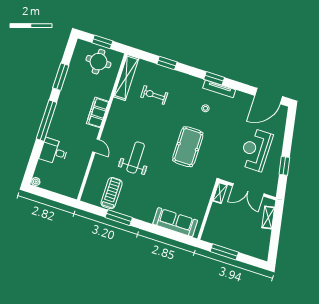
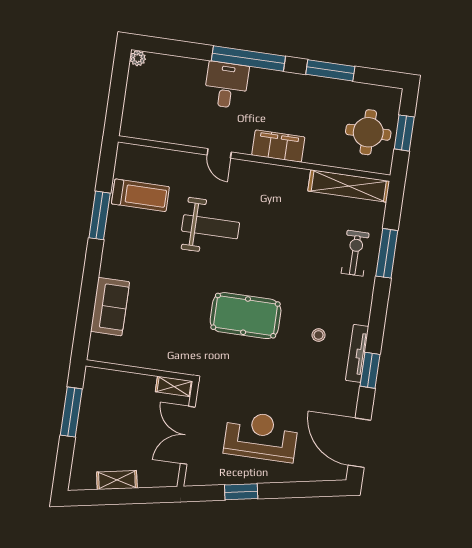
window: (167, 63) -> (387, 253), width x1.44
window: (214, 78) -> (370, 370), moved
exercise bike: (154, 95) -> (355, 253), moved
door: (96, 146) -> (219, 153), hinge flipped
desk: (54, 151) -> (226, 85), moved
shelving: (268, 217) -> (117, 480), moved
sofa: (175, 222) -> (110, 307), width x0.73

